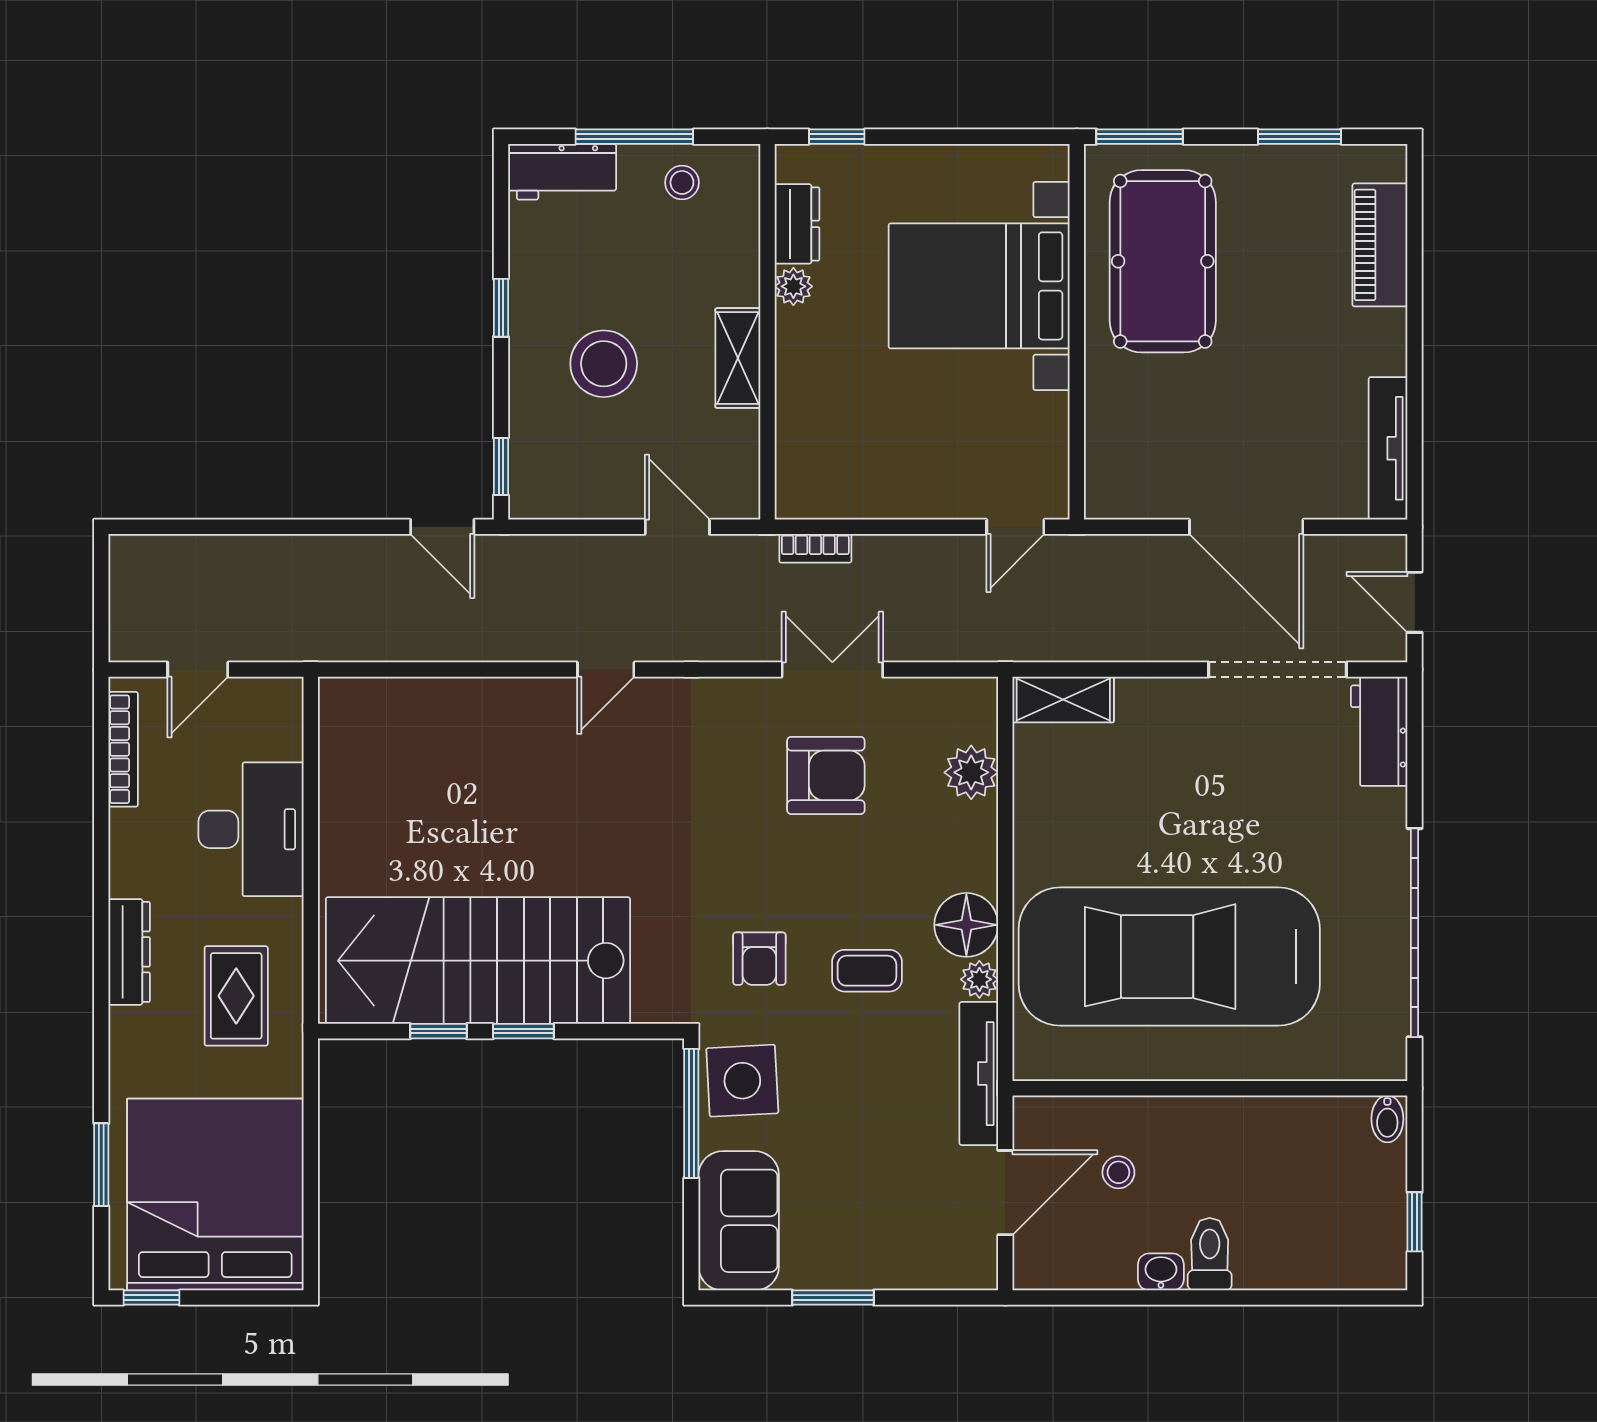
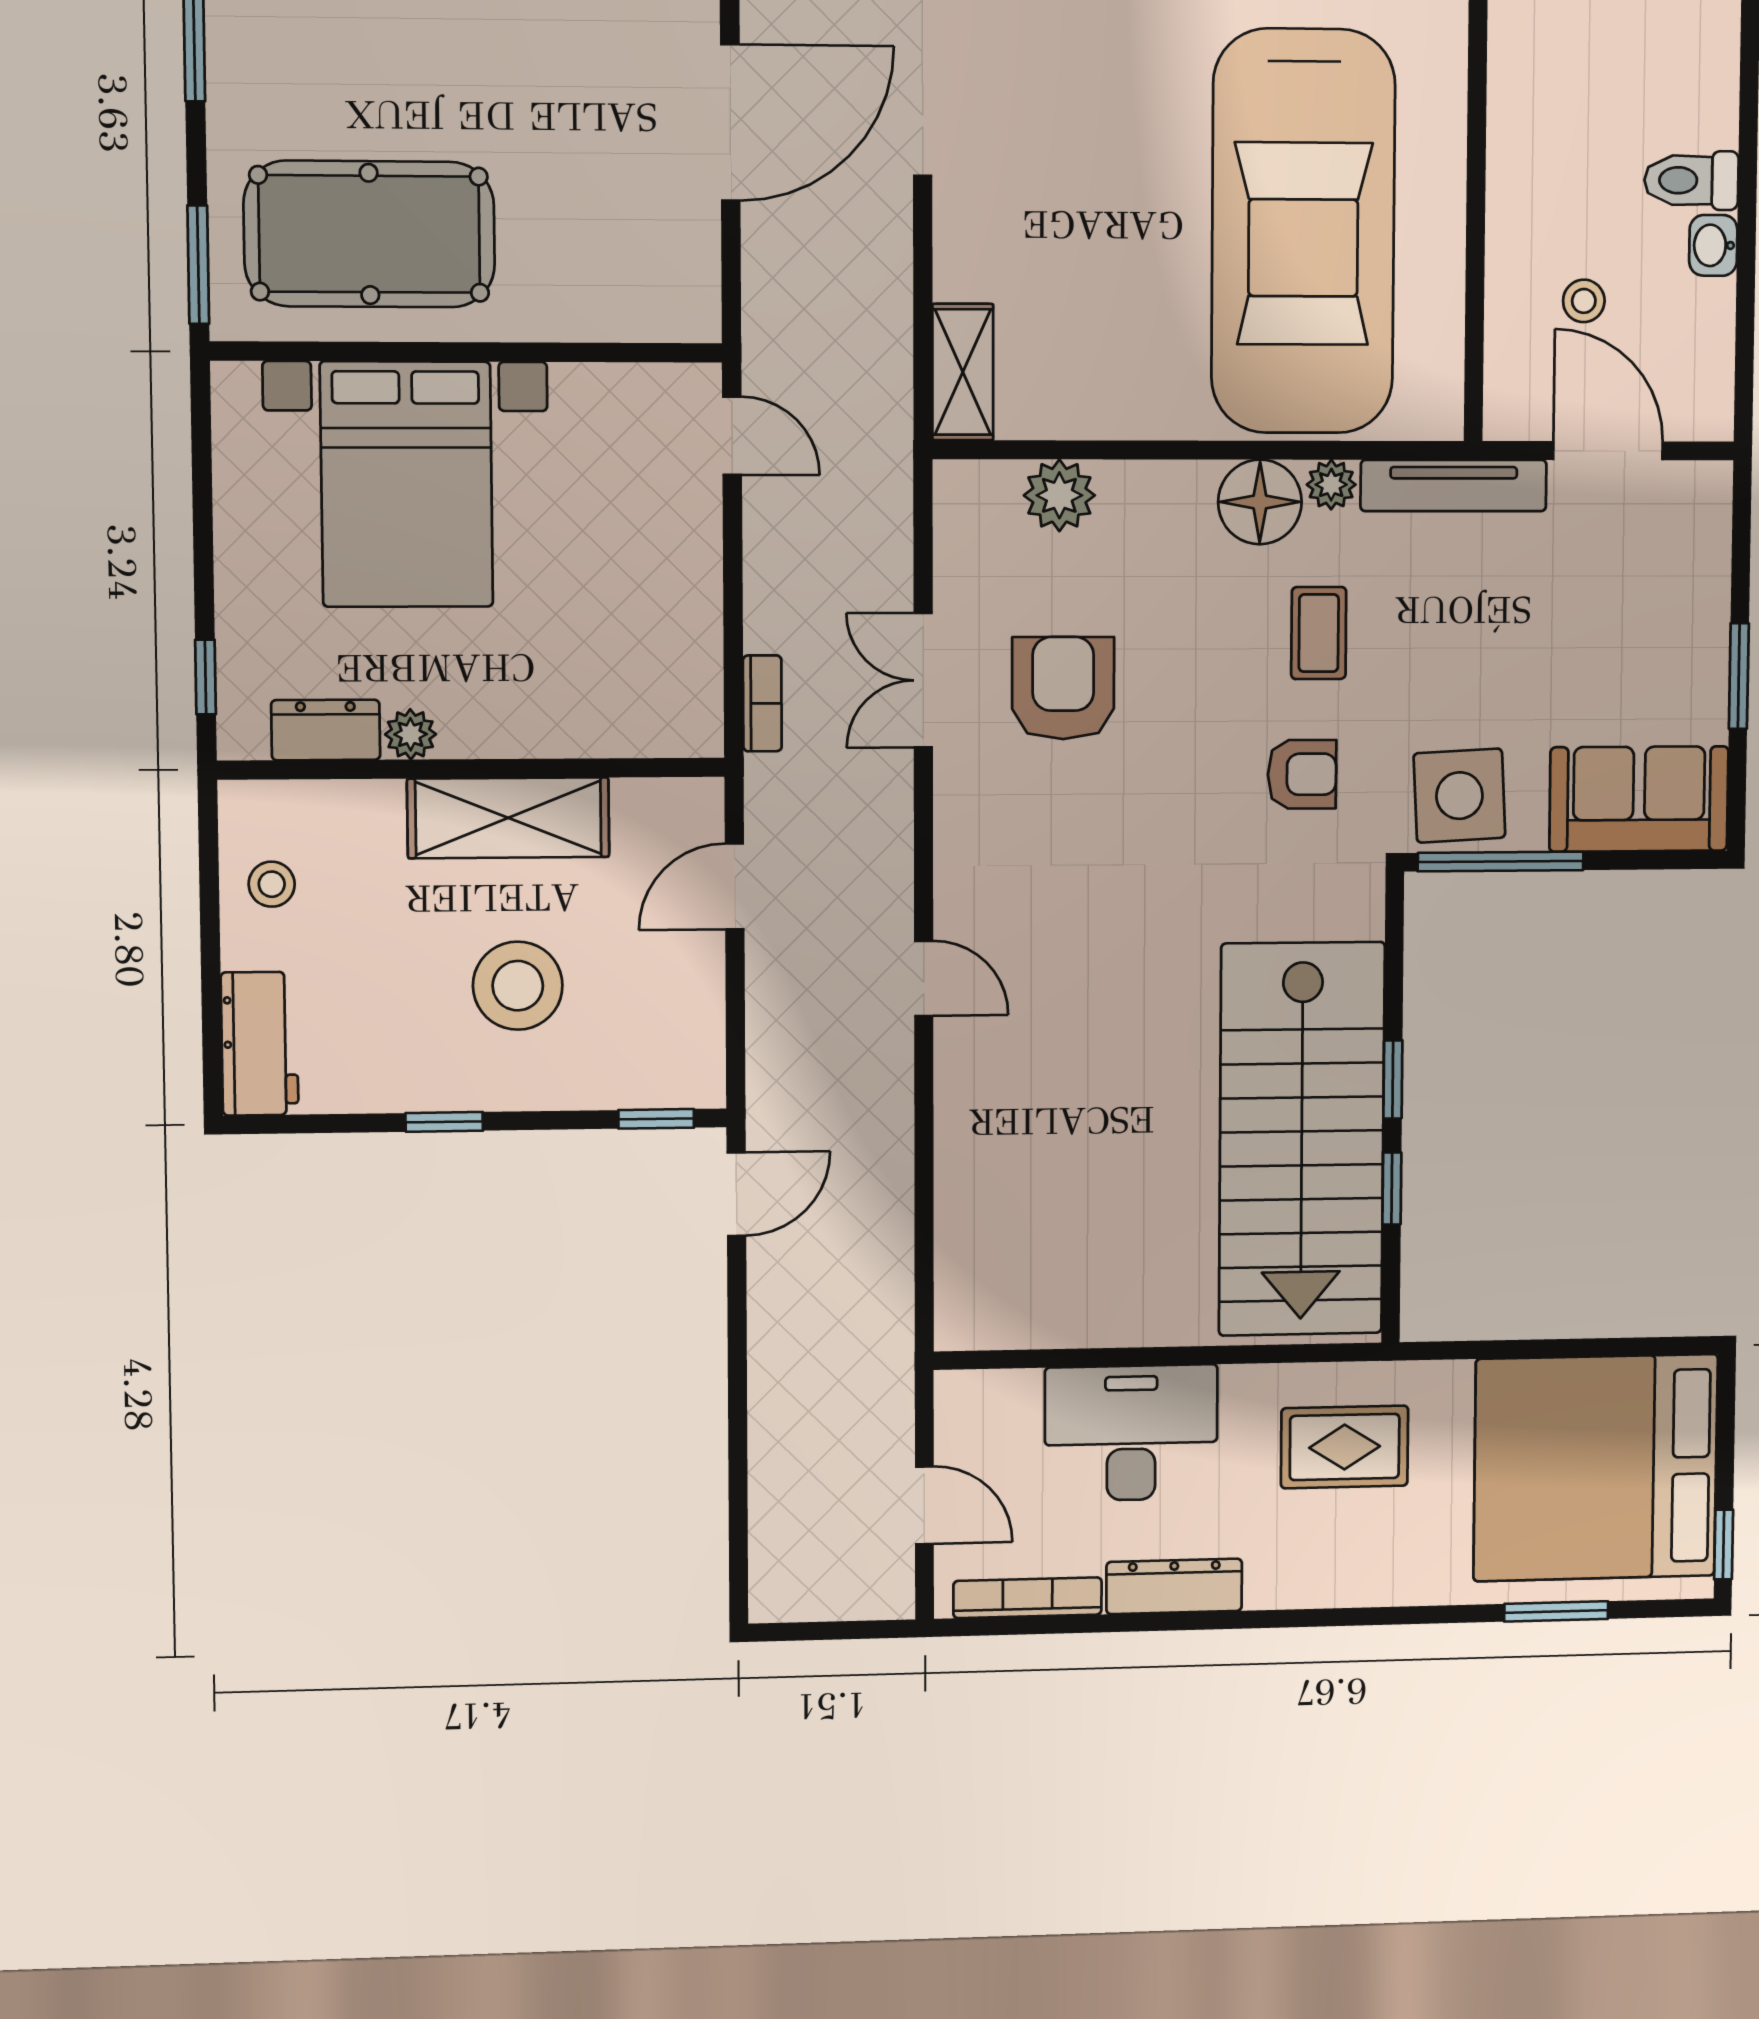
window: (634, 137) -> (210, 948), removed
shelving: (738, 358) -> (508, 818), width x1.50, depth x1.33
dresser: (129, 952) -> (1174, 1586), moved

